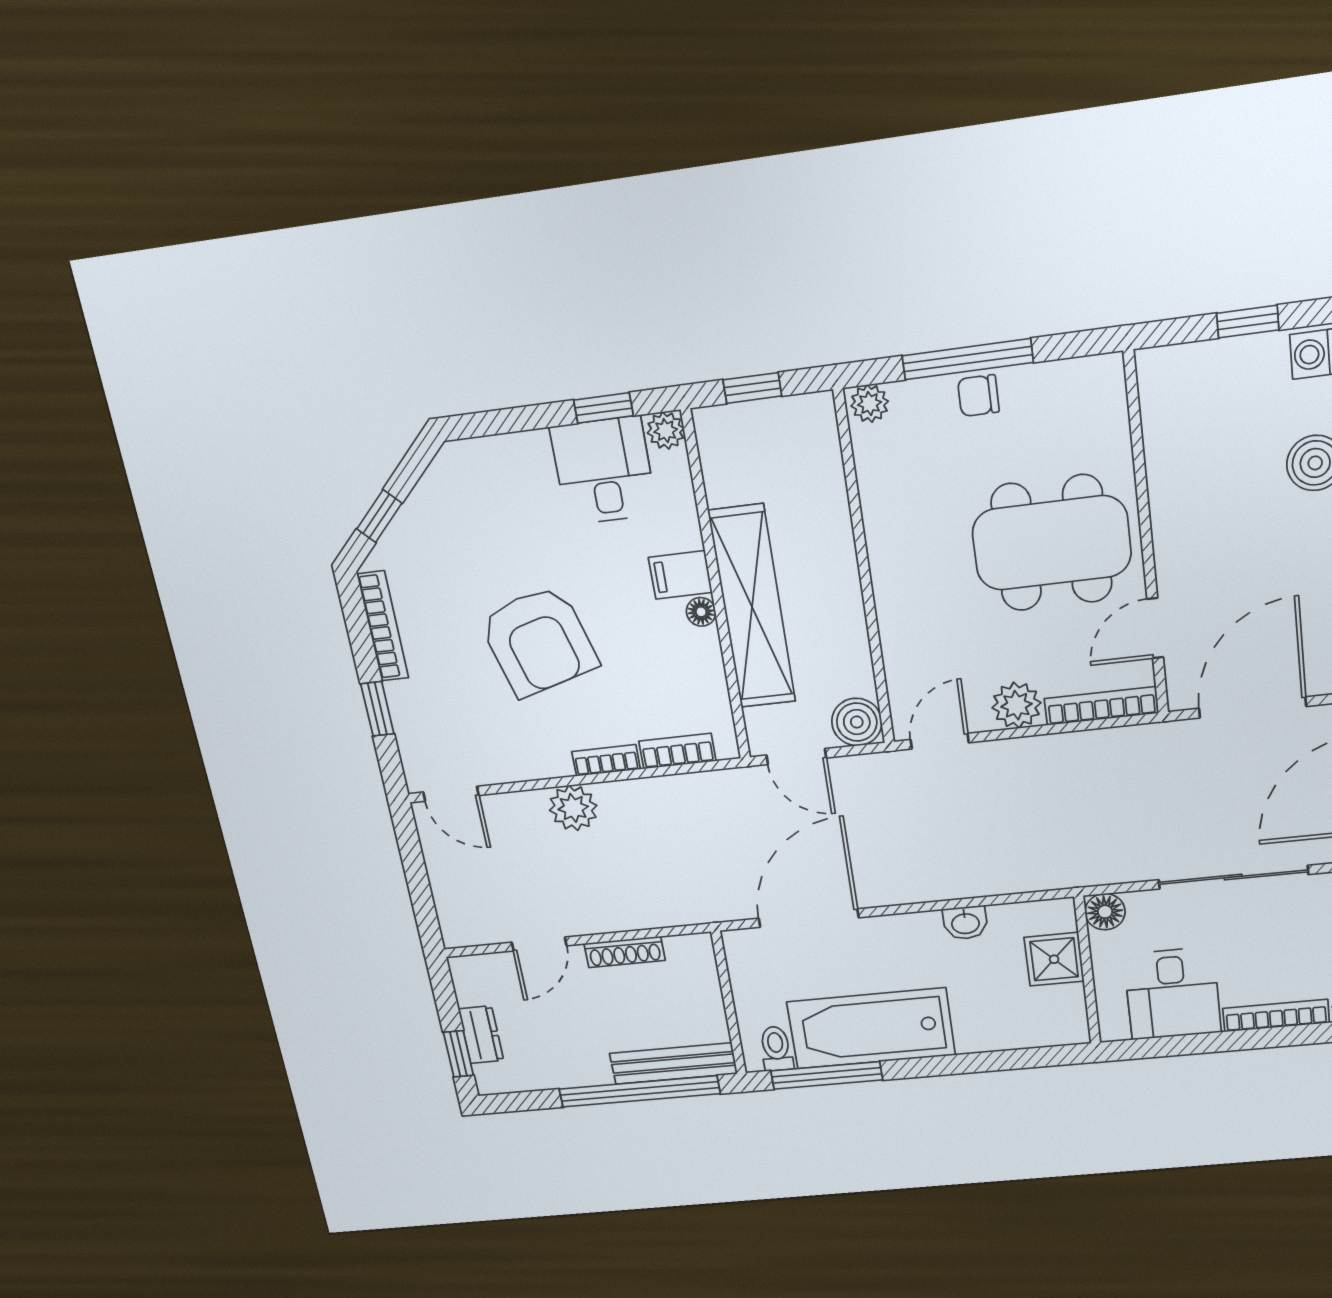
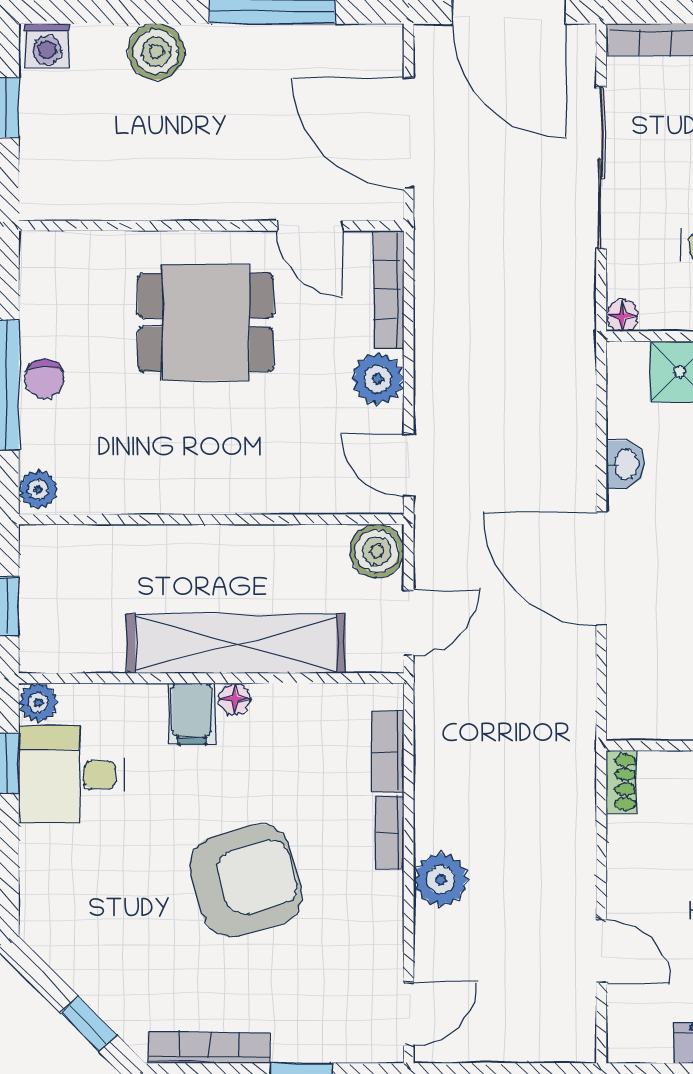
dining table: (1052, 543) -> (206, 322), width x0.73
floor lamp: (1105, 912) -> (622, 316), width x0.73, depth x0.73
door: (809, 918) -> (601, 569), moved
shoe rack: (625, 952) -> (621, 782), moved, width x0.70

